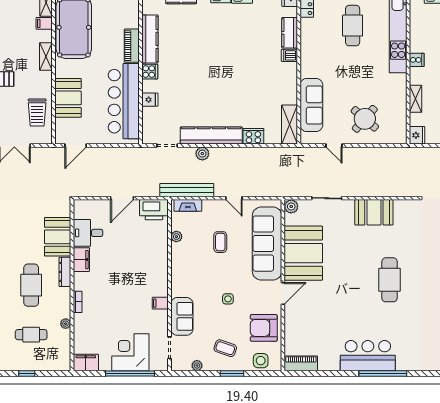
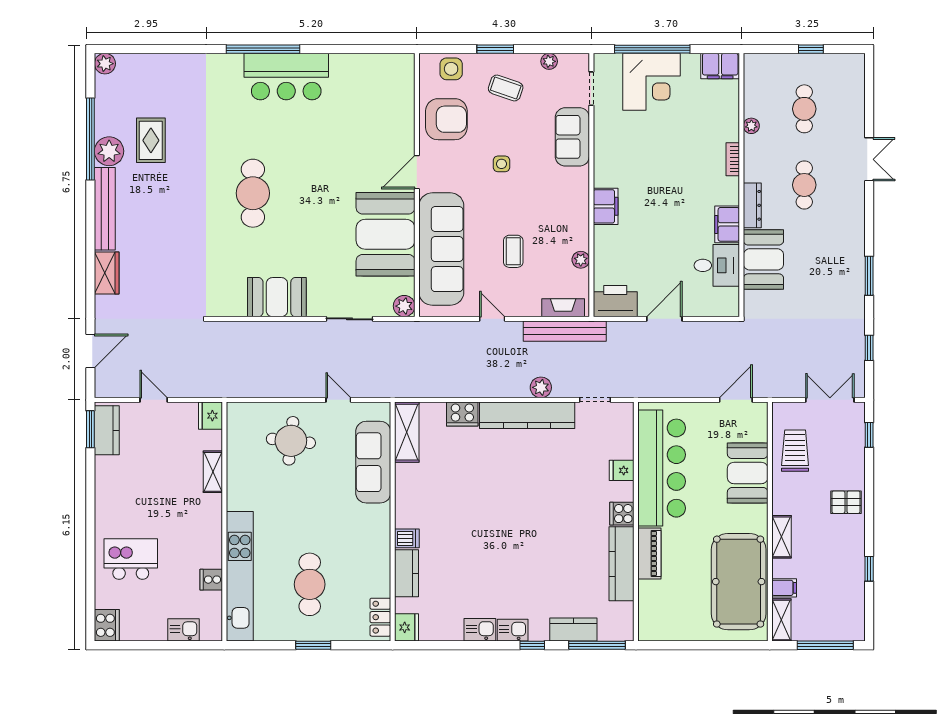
cooker: (417, 60) -> (211, 580), moved
round table: (365, 119) -> (291, 441), turned -35
cafe table: (31, 285) -> (804, 185), width x0.73, depth x0.74
filing cabinet: (160, 303) -> (606, 206), moved, width x2.00
cafe table: (31, 335) -> (804, 109), turned 90
piano: (301, 363) -> (389, 65), removed

